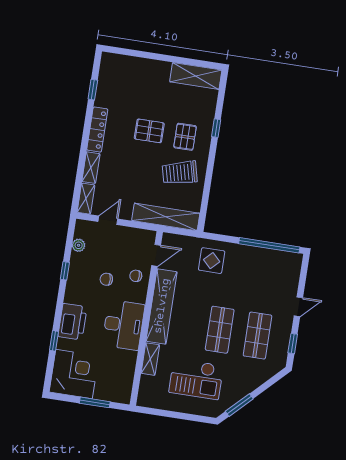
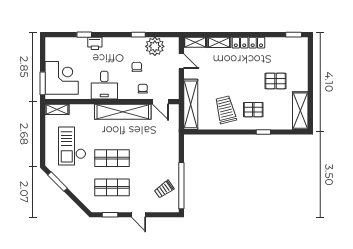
window: (93, 90) -> (294, 35), moved
pallet: (149, 131) -> (276, 81), moved, turned 90
plant: (79, 245) -> (155, 46), width x1.88, depth x1.88
display table: (212, 261) -> (163, 144), removed
trolley: (270, 268) -> (164, 189), added
printer: (72, 322) -> (95, 43), width x0.53, depth x0.68
desk: (123, 325) -> (104, 85), width x0.73
shelving: (150, 359) -> (57, 109), moved
corner desk: (74, 374) -> (62, 78), moved, turned -90
window: (95, 402) -> (43, 83), moved

